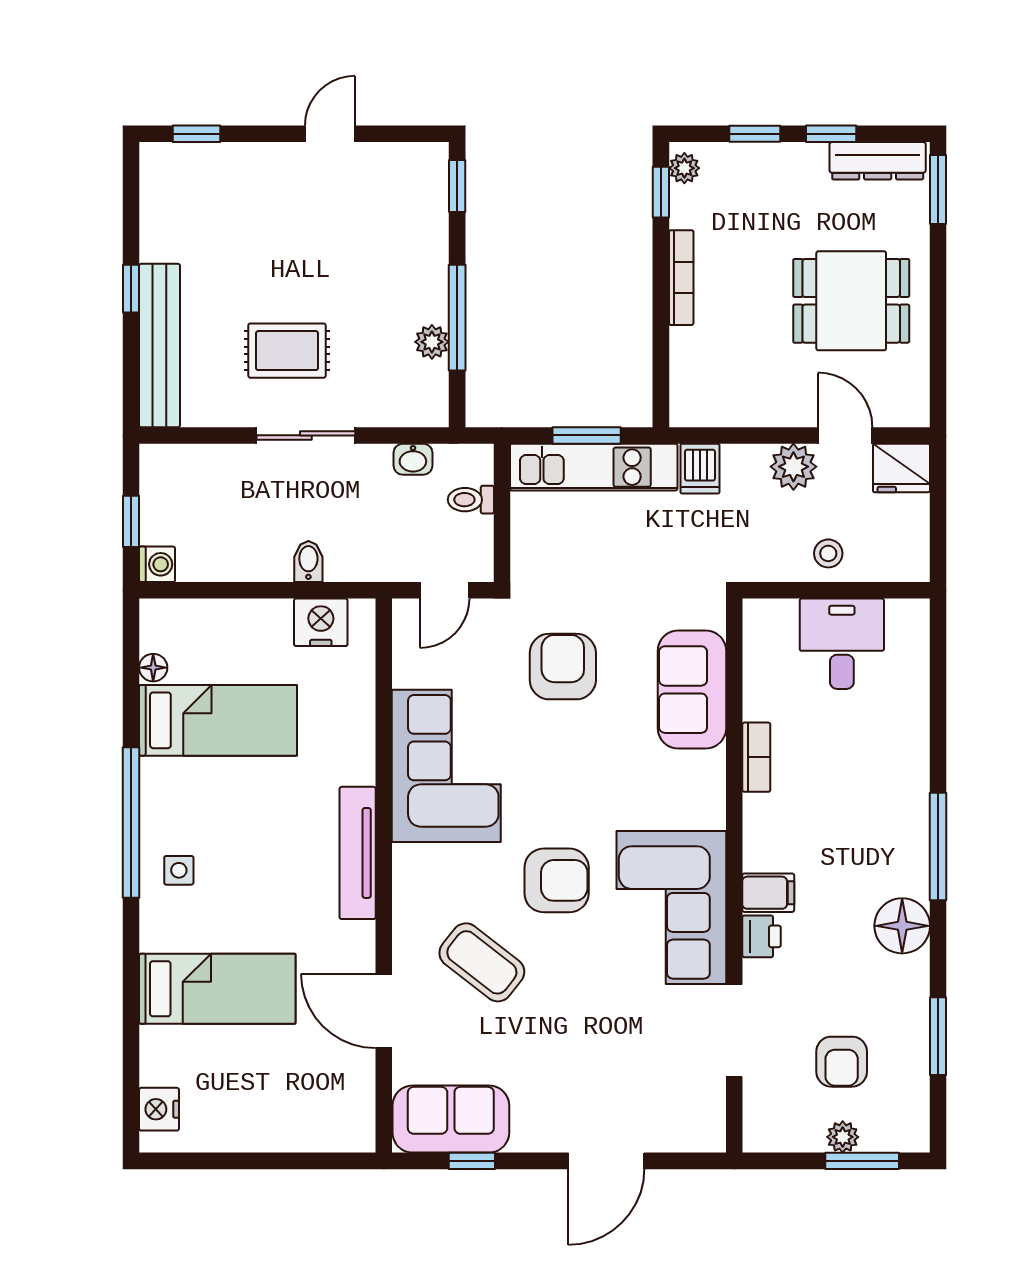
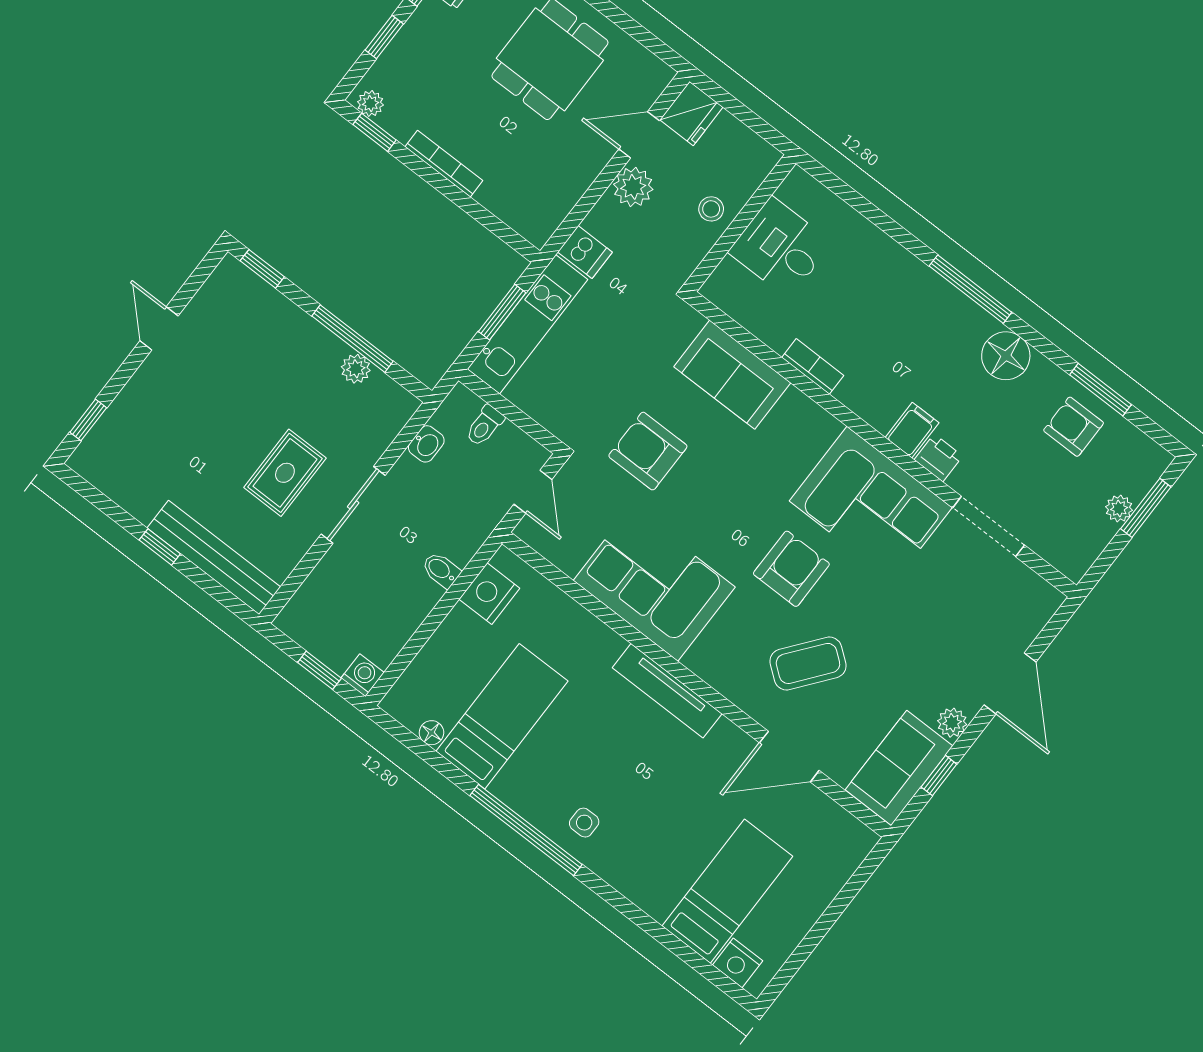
bed: (217, 989) -> (727, 891), moved
armchair: (842, 1062) -> (1074, 427), moved, turned 180
plant: (529, 1136) -> (952, 723), added

